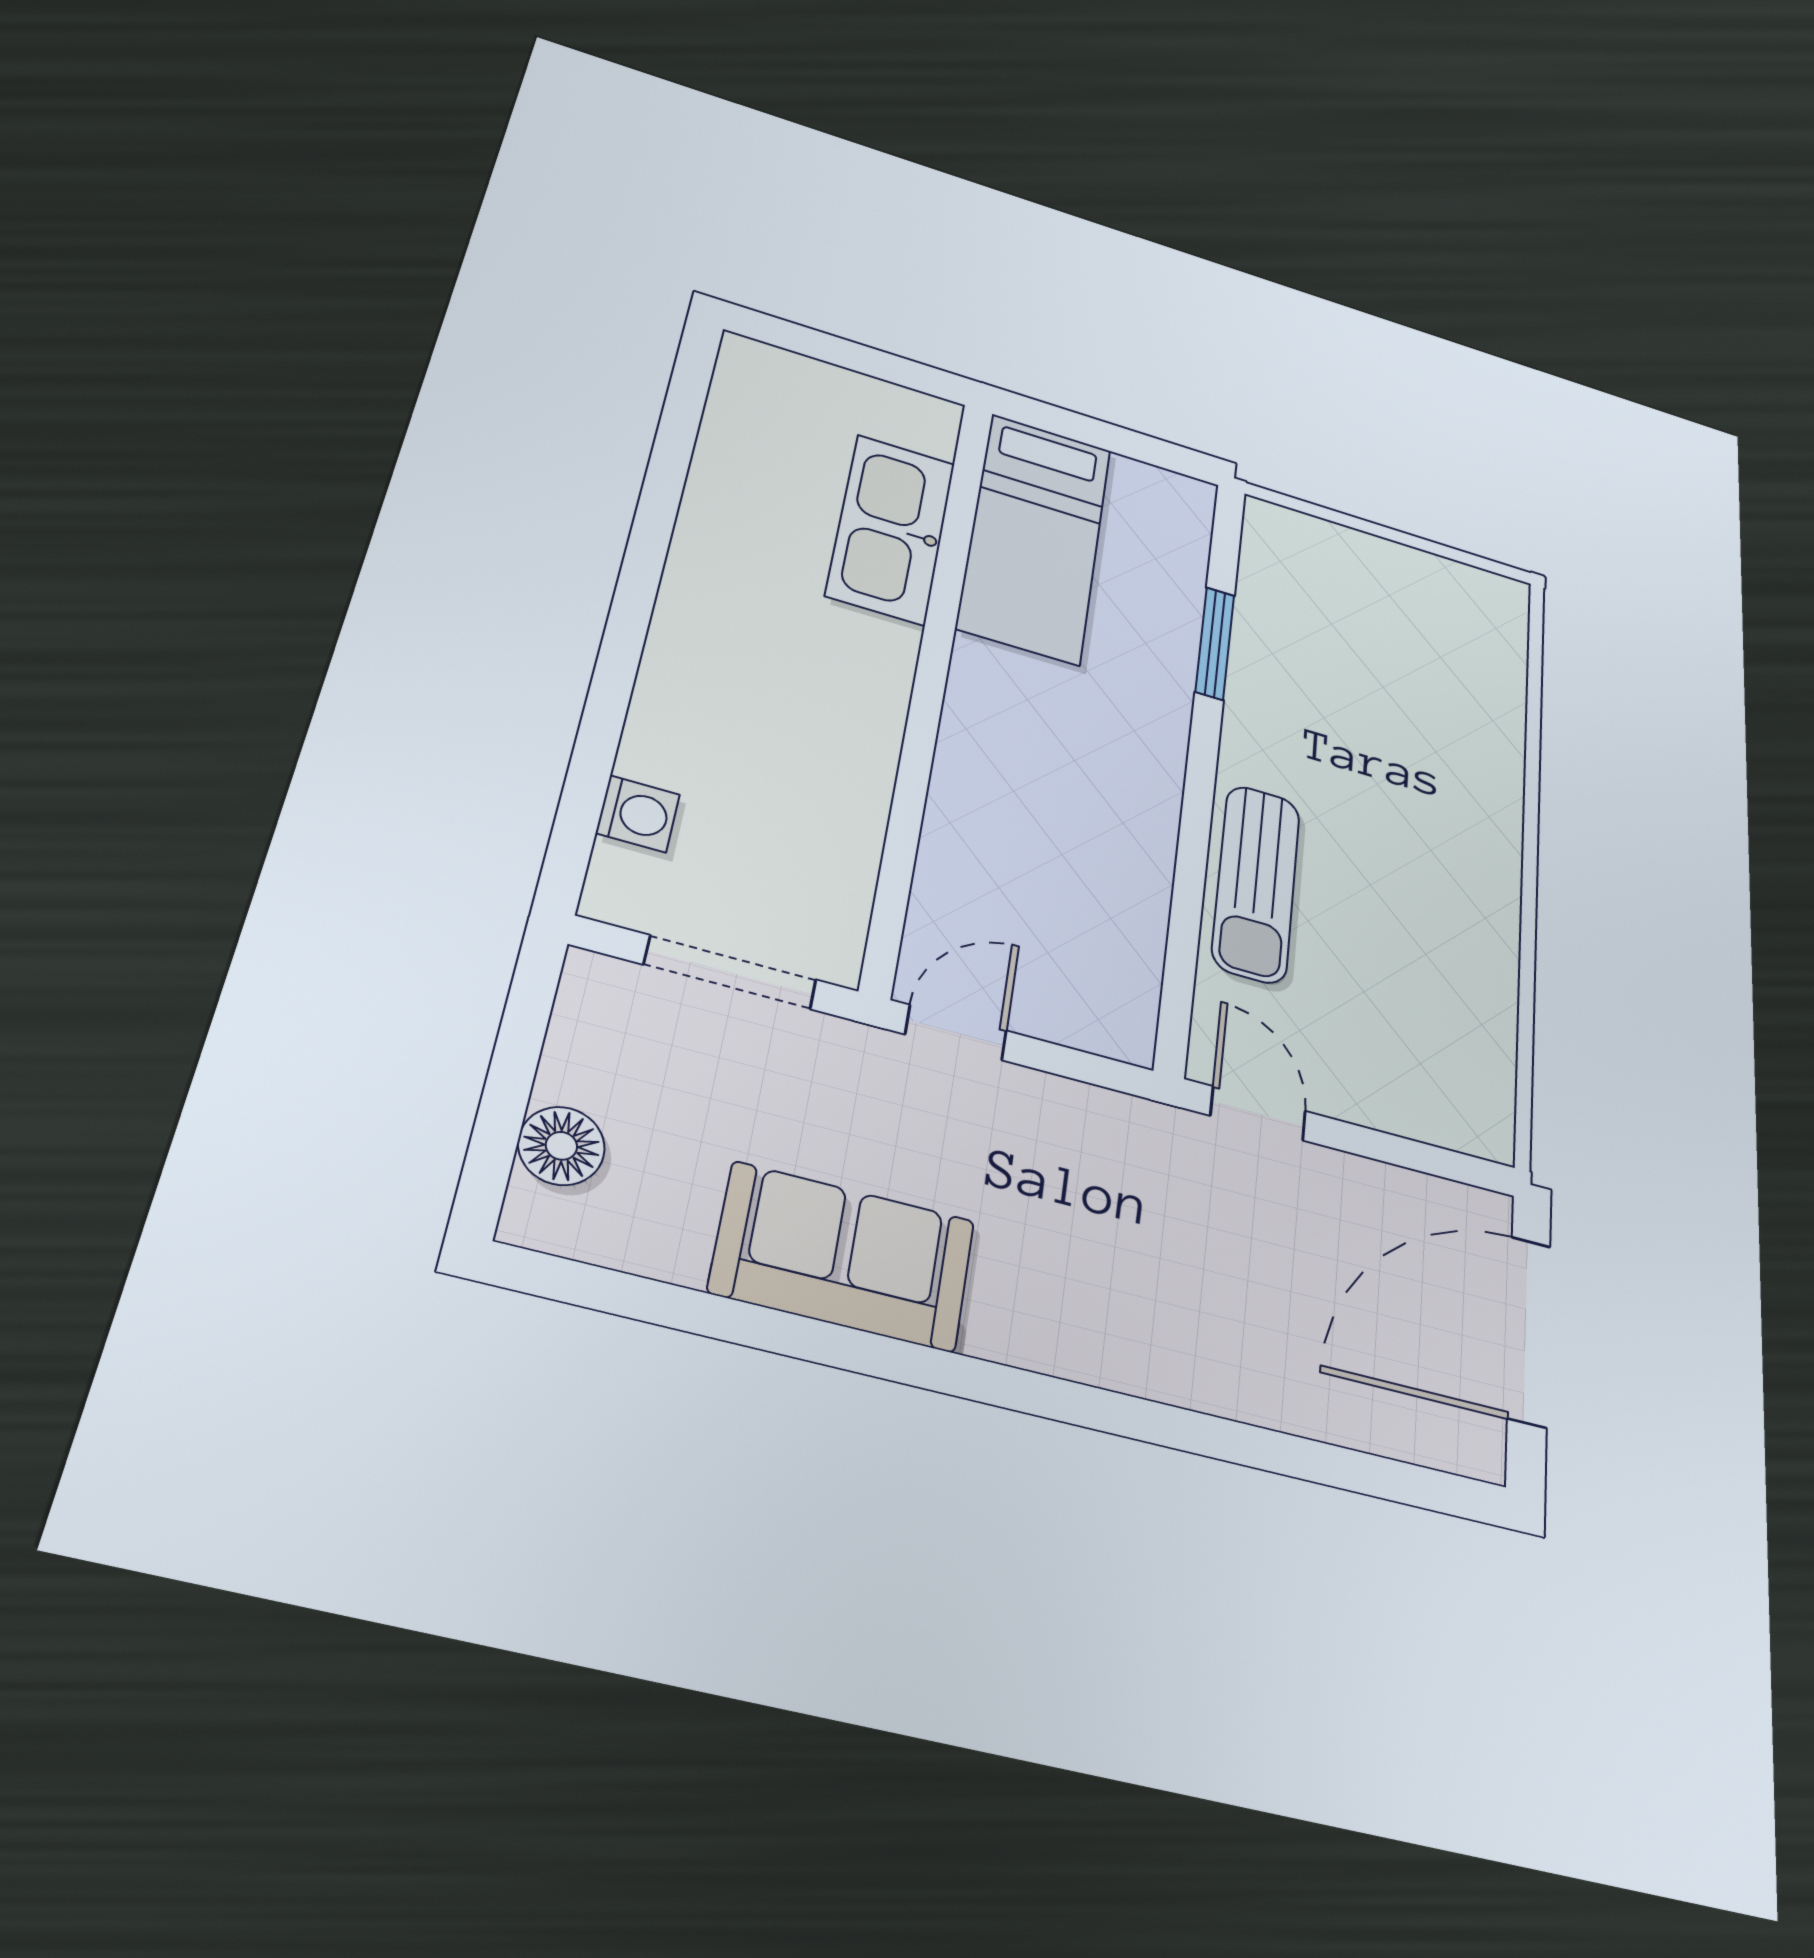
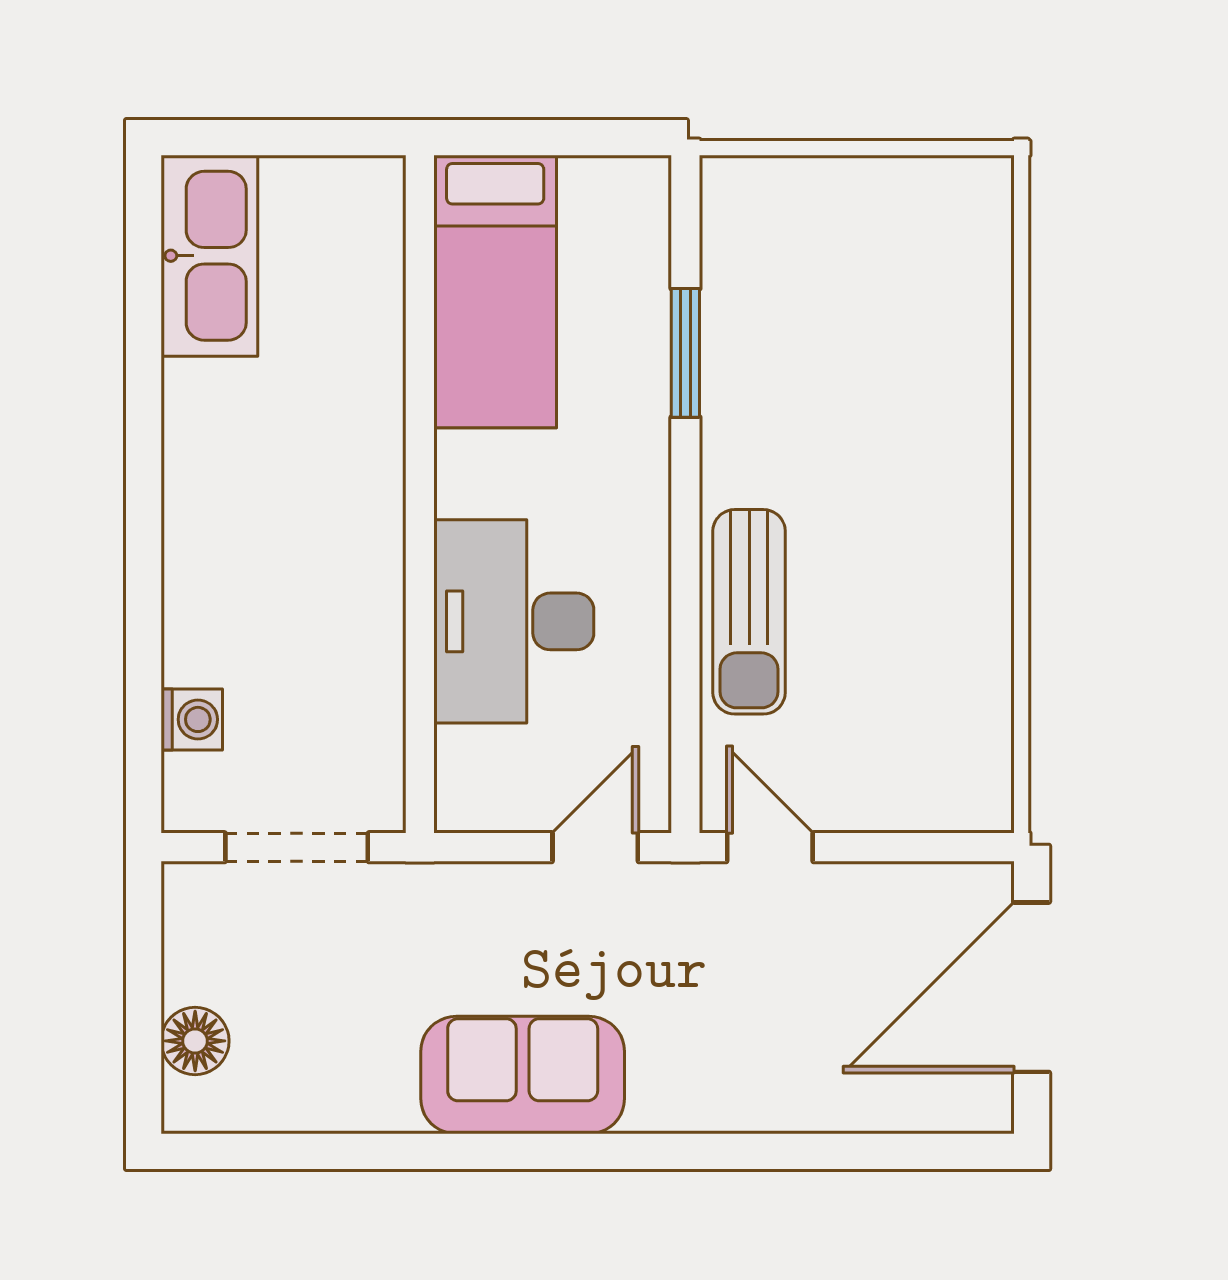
kitchen sink: (891, 529) -> (209, 256), moved, turned 180
desk: (1011, 822) -> (514, 621), added
door: (956, 1033) -> (595, 847), moved
sofa: (843, 1256) -> (523, 1075), moved

